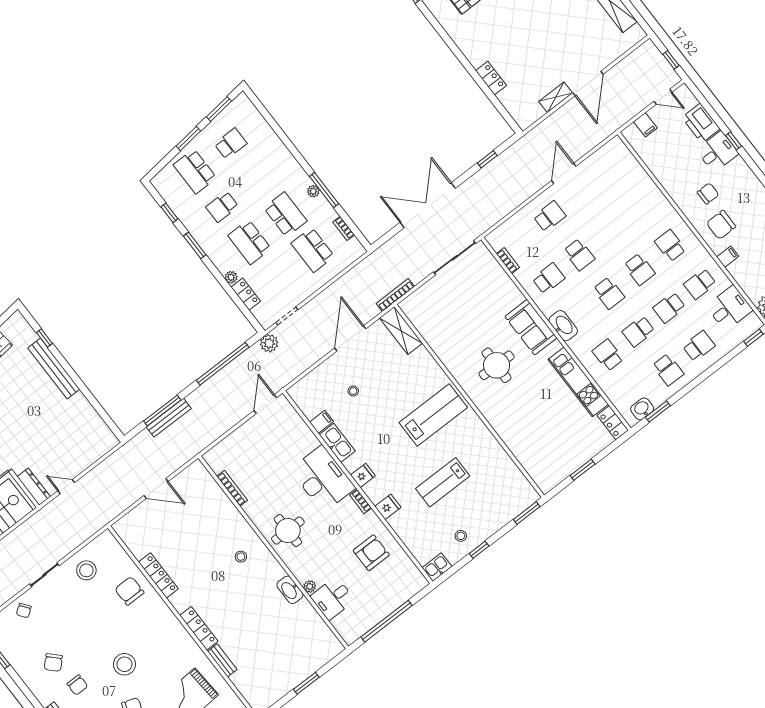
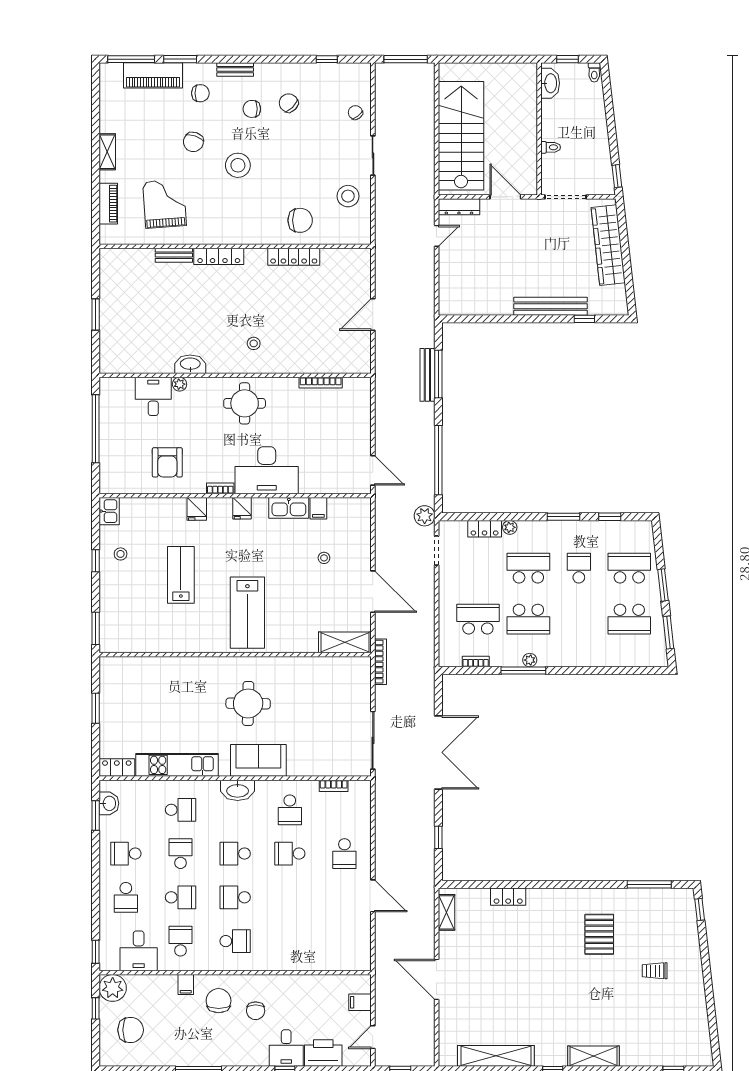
shelving: (556, 97) -> (446, 912), moved
school desk: (231, 144) -> (629, 619), width x1.85
school desk: (669, 308) -> (180, 897), turned 90

